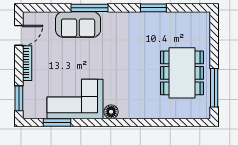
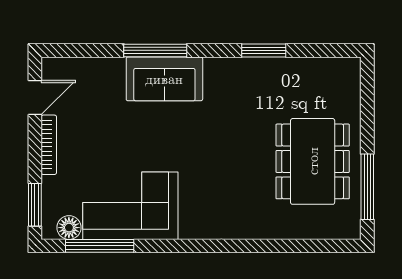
sofa: (78, 25) -> (164, 79), moved
floor lamp: (111, 112) -> (69, 228), moved
window: (57, 122) -> (100, 246), width x1.44

